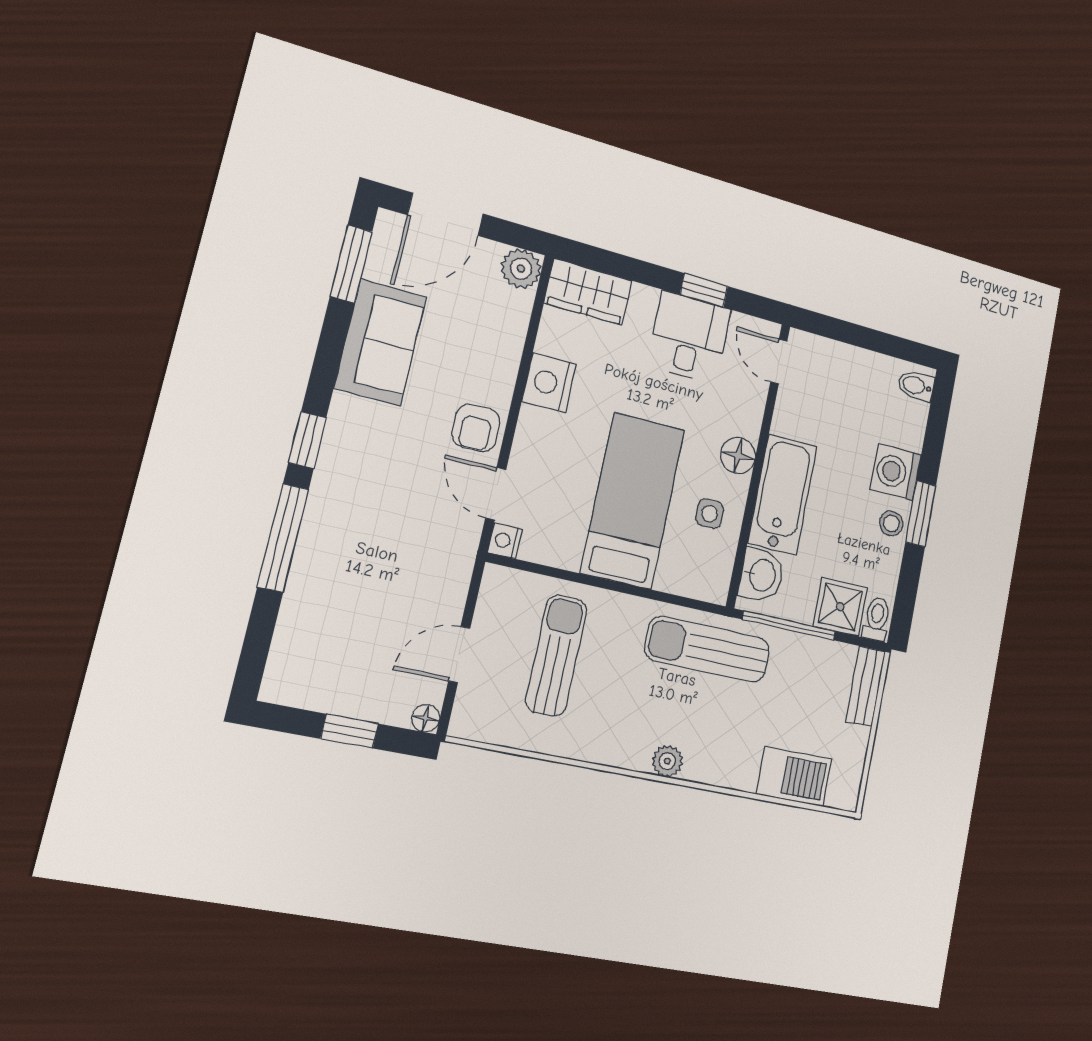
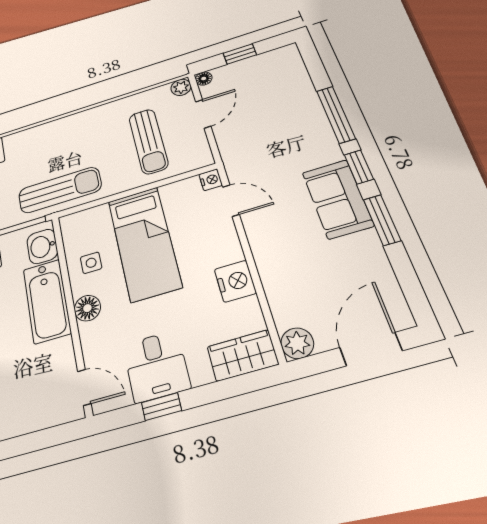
window: (351, 264) -> (382, 220), moved
sofa: (380, 342) -> (338, 199), moved
armchair: (476, 428) -> (265, 229), removed
plant: (667, 761) -> (181, 87), moved

